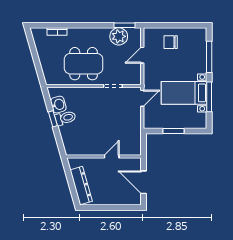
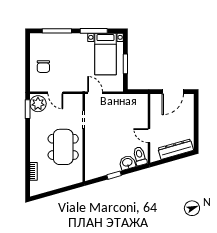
plant: (119, 36) -> (38, 104), moved
bed with nightstands: (184, 93) -> (105, 54), moved
washbasin: (58, 105) -> (127, 163), moved
toilet: (65, 118) -> (140, 156), moved
door: (112, 157) -> (149, 136), moved

